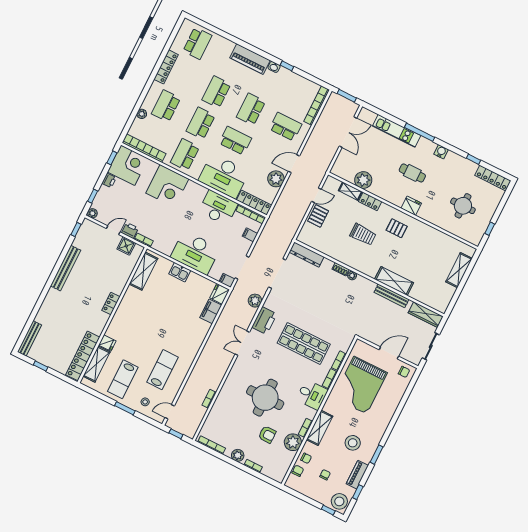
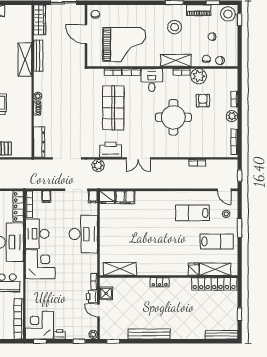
corner desk: (167, 186) -> (40, 264), moved
kitchen sink: (180, 272) -> (106, 239), removed

